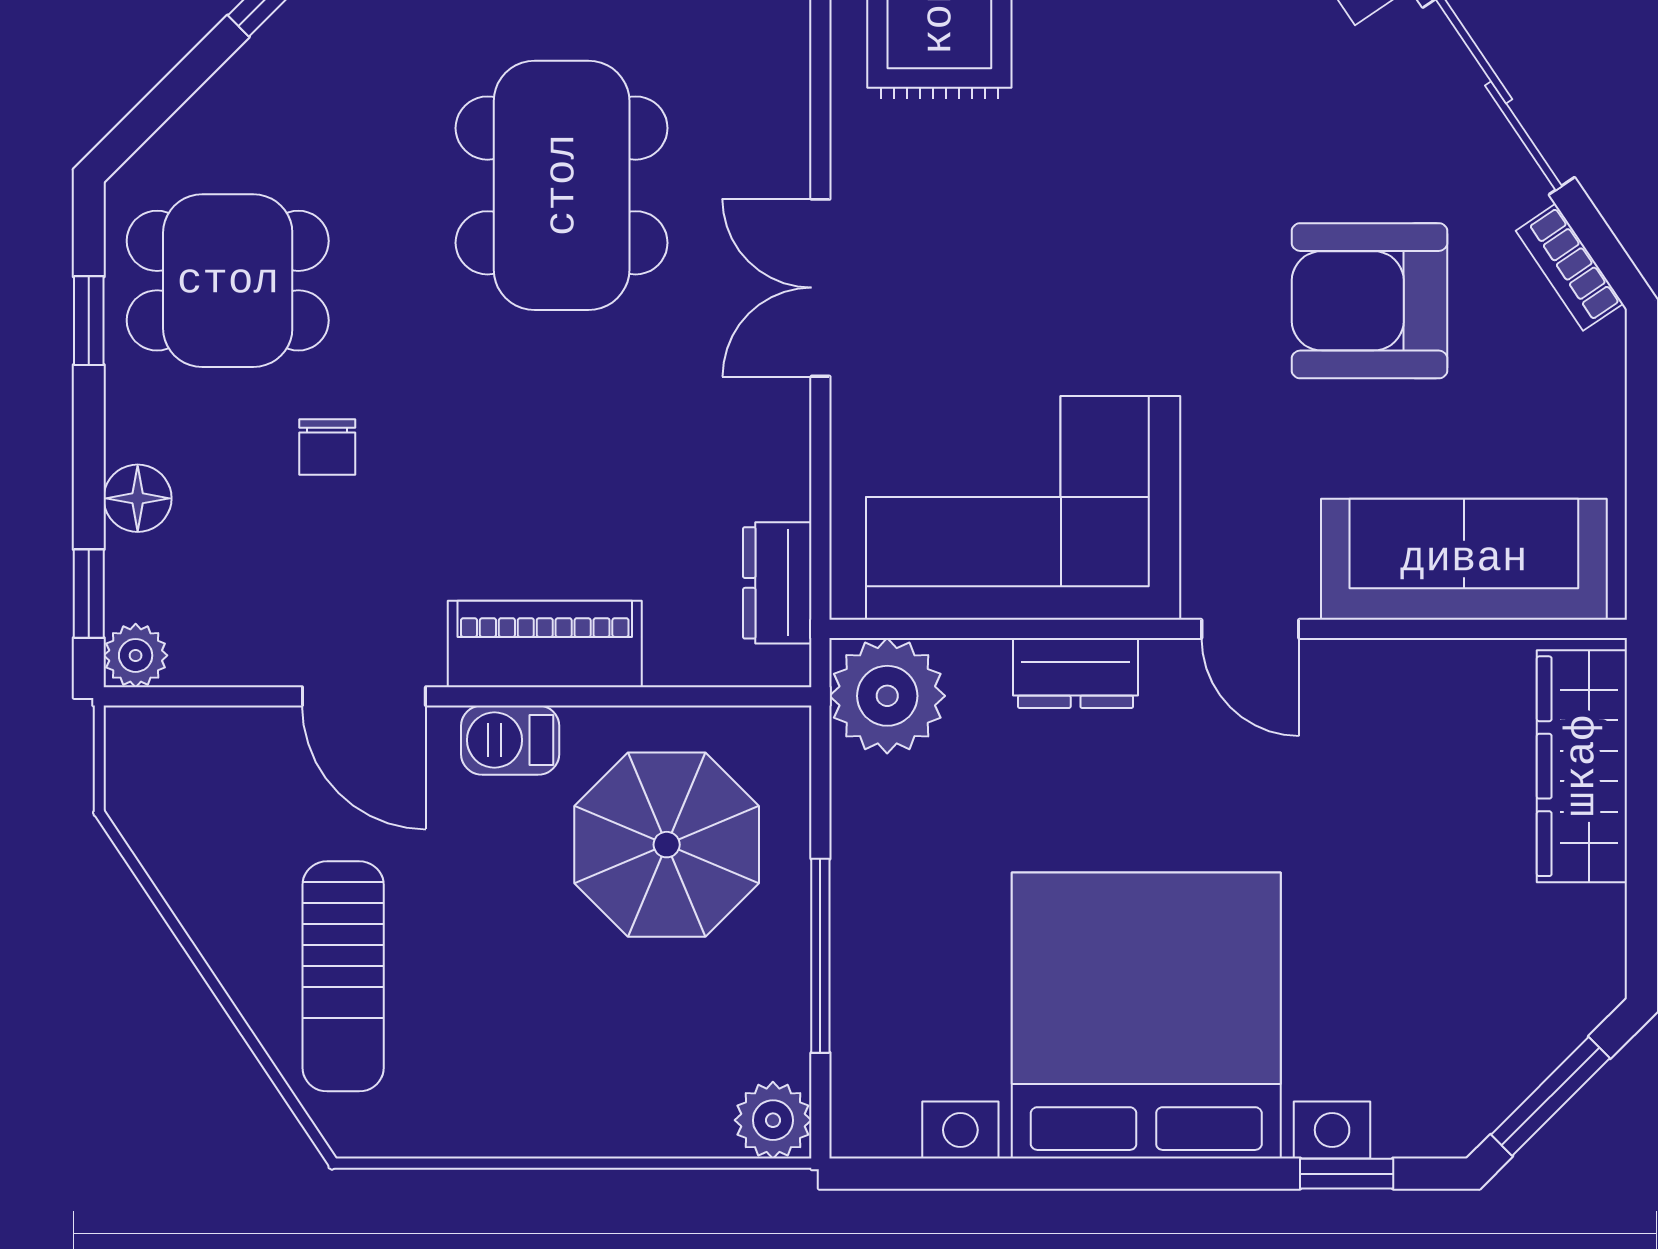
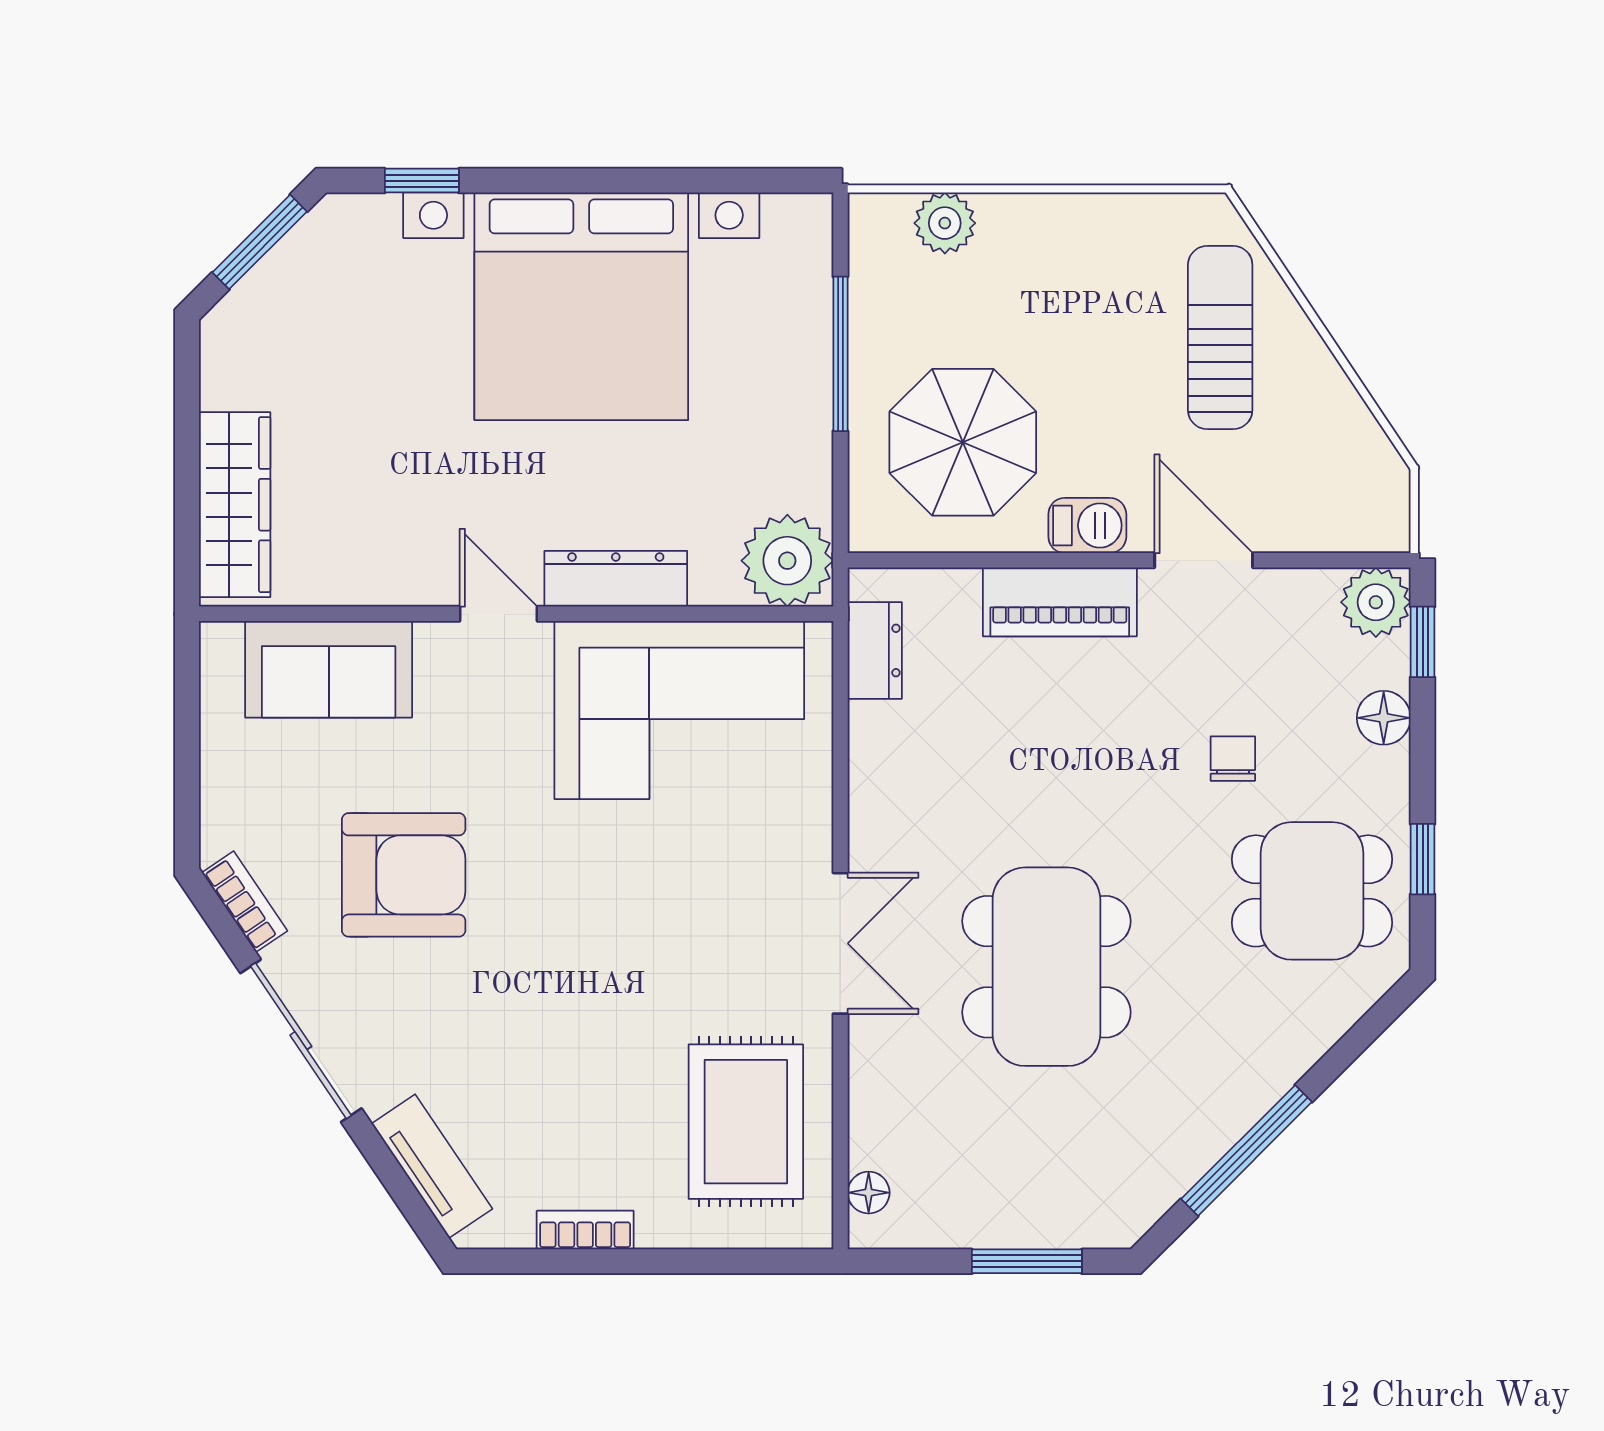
double door: (820, 288) -> (840, 943), moved
sofa: (1464, 559) -> (329, 669), width x0.73
plant: (136, 655) -> (1376, 602), width x1.38, depth x1.38
dresser: (1076, 673) -> (616, 579), width x1.44
plant: (773, 1120) -> (945, 223), moved

